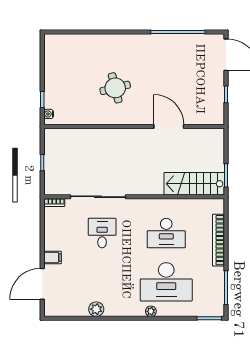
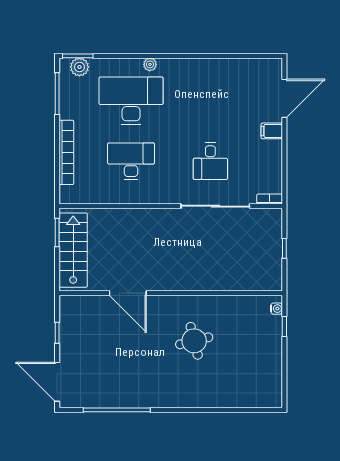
stairs: (194, 184) -> (73, 250), moved, turned -90
plant: (96, 309) -> (79, 67), moved

